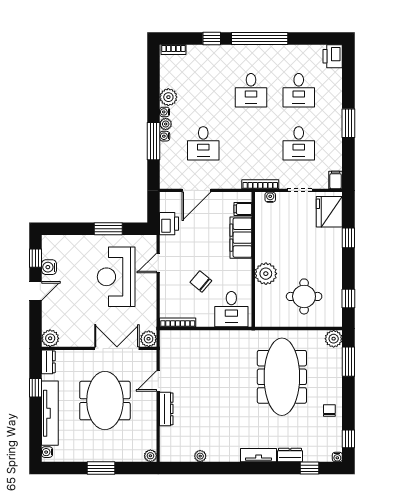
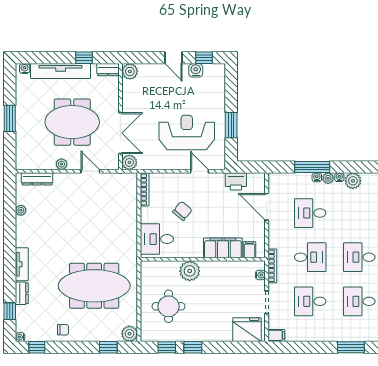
window: (348, 123) -> (351, 347), moved
desk: (251, 143) -> (310, 257), added
window: (348, 238) -> (193, 347), moved
window: (348, 362) -> (108, 347), width x0.67
dresser: (166, 409) -> (37, 179), moved
plant: (150, 456) -> (62, 164), moved

